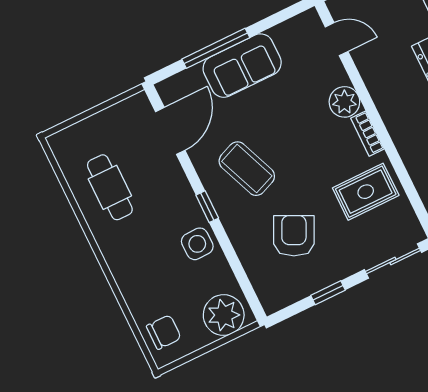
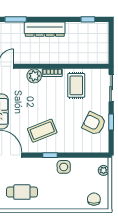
armchair: (294, 236) -> (94, 123), moved
plant: (224, 315) -> (104, 170), width x0.53, depth x0.53

